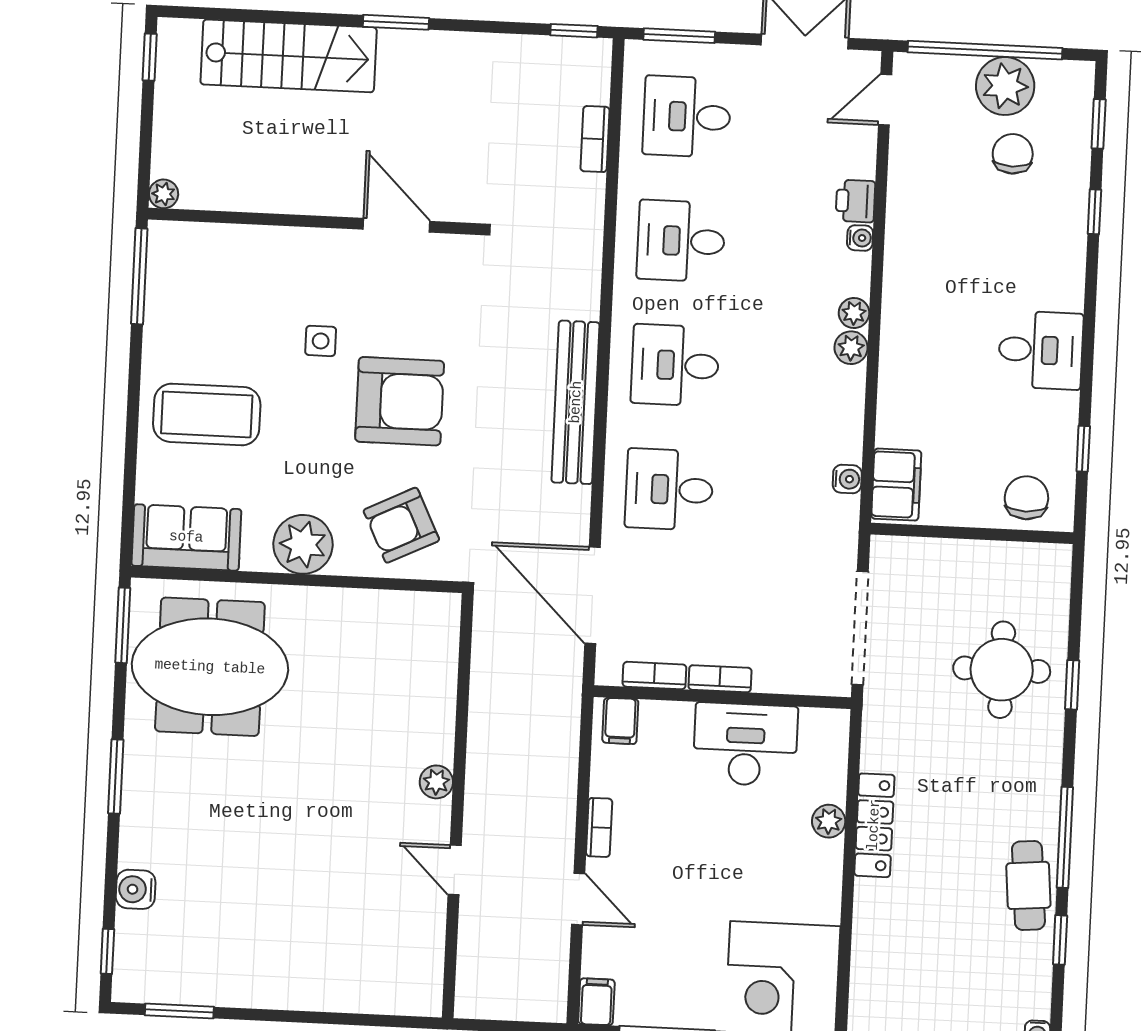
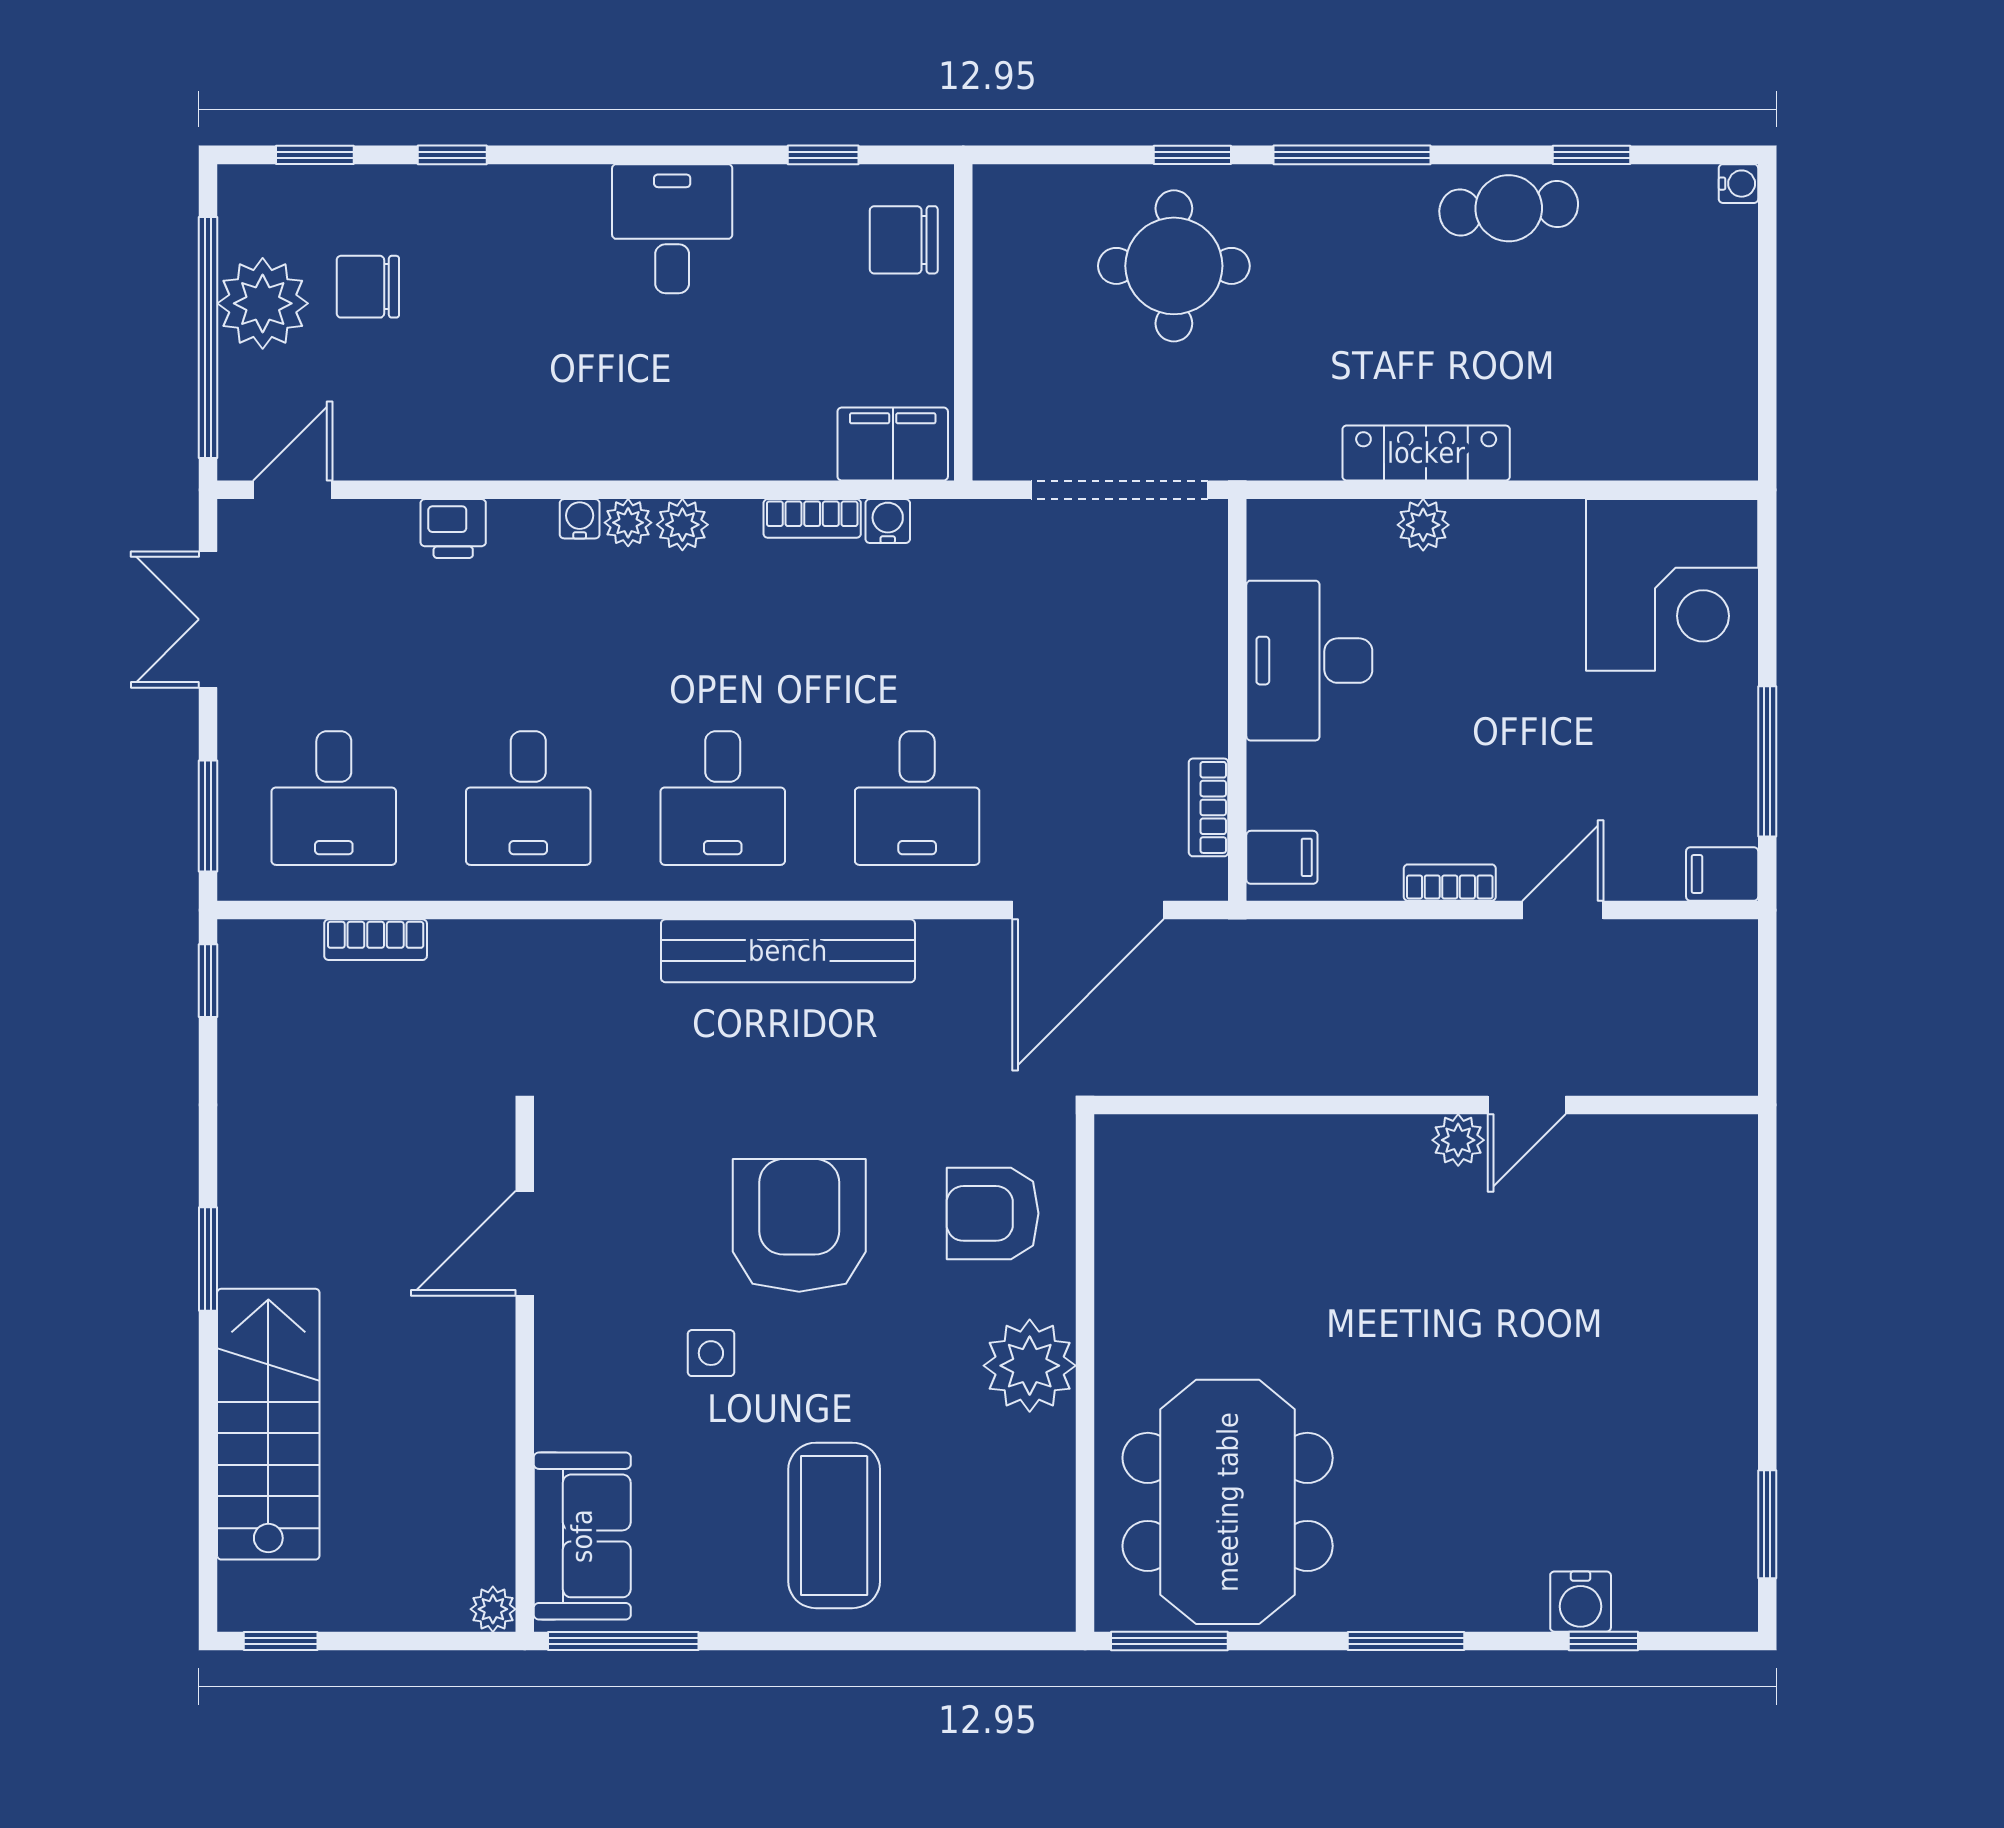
door: (885, 100) -> (293, 490), swing flipped
water cooler: (860, 238) -> (580, 519), moved
armchair: (401, 525) -> (993, 1213), turned 116
sofa: (186, 537) -> (582, 1536), moved, turned 180
bookcase: (720, 679) -> (812, 518), moved, turned -90
plant: (436, 782) -> (1458, 1140), moved
window: (1065, 837) -> (1352, 155), moved
window: (107, 951) -> (1603, 1641), moved

